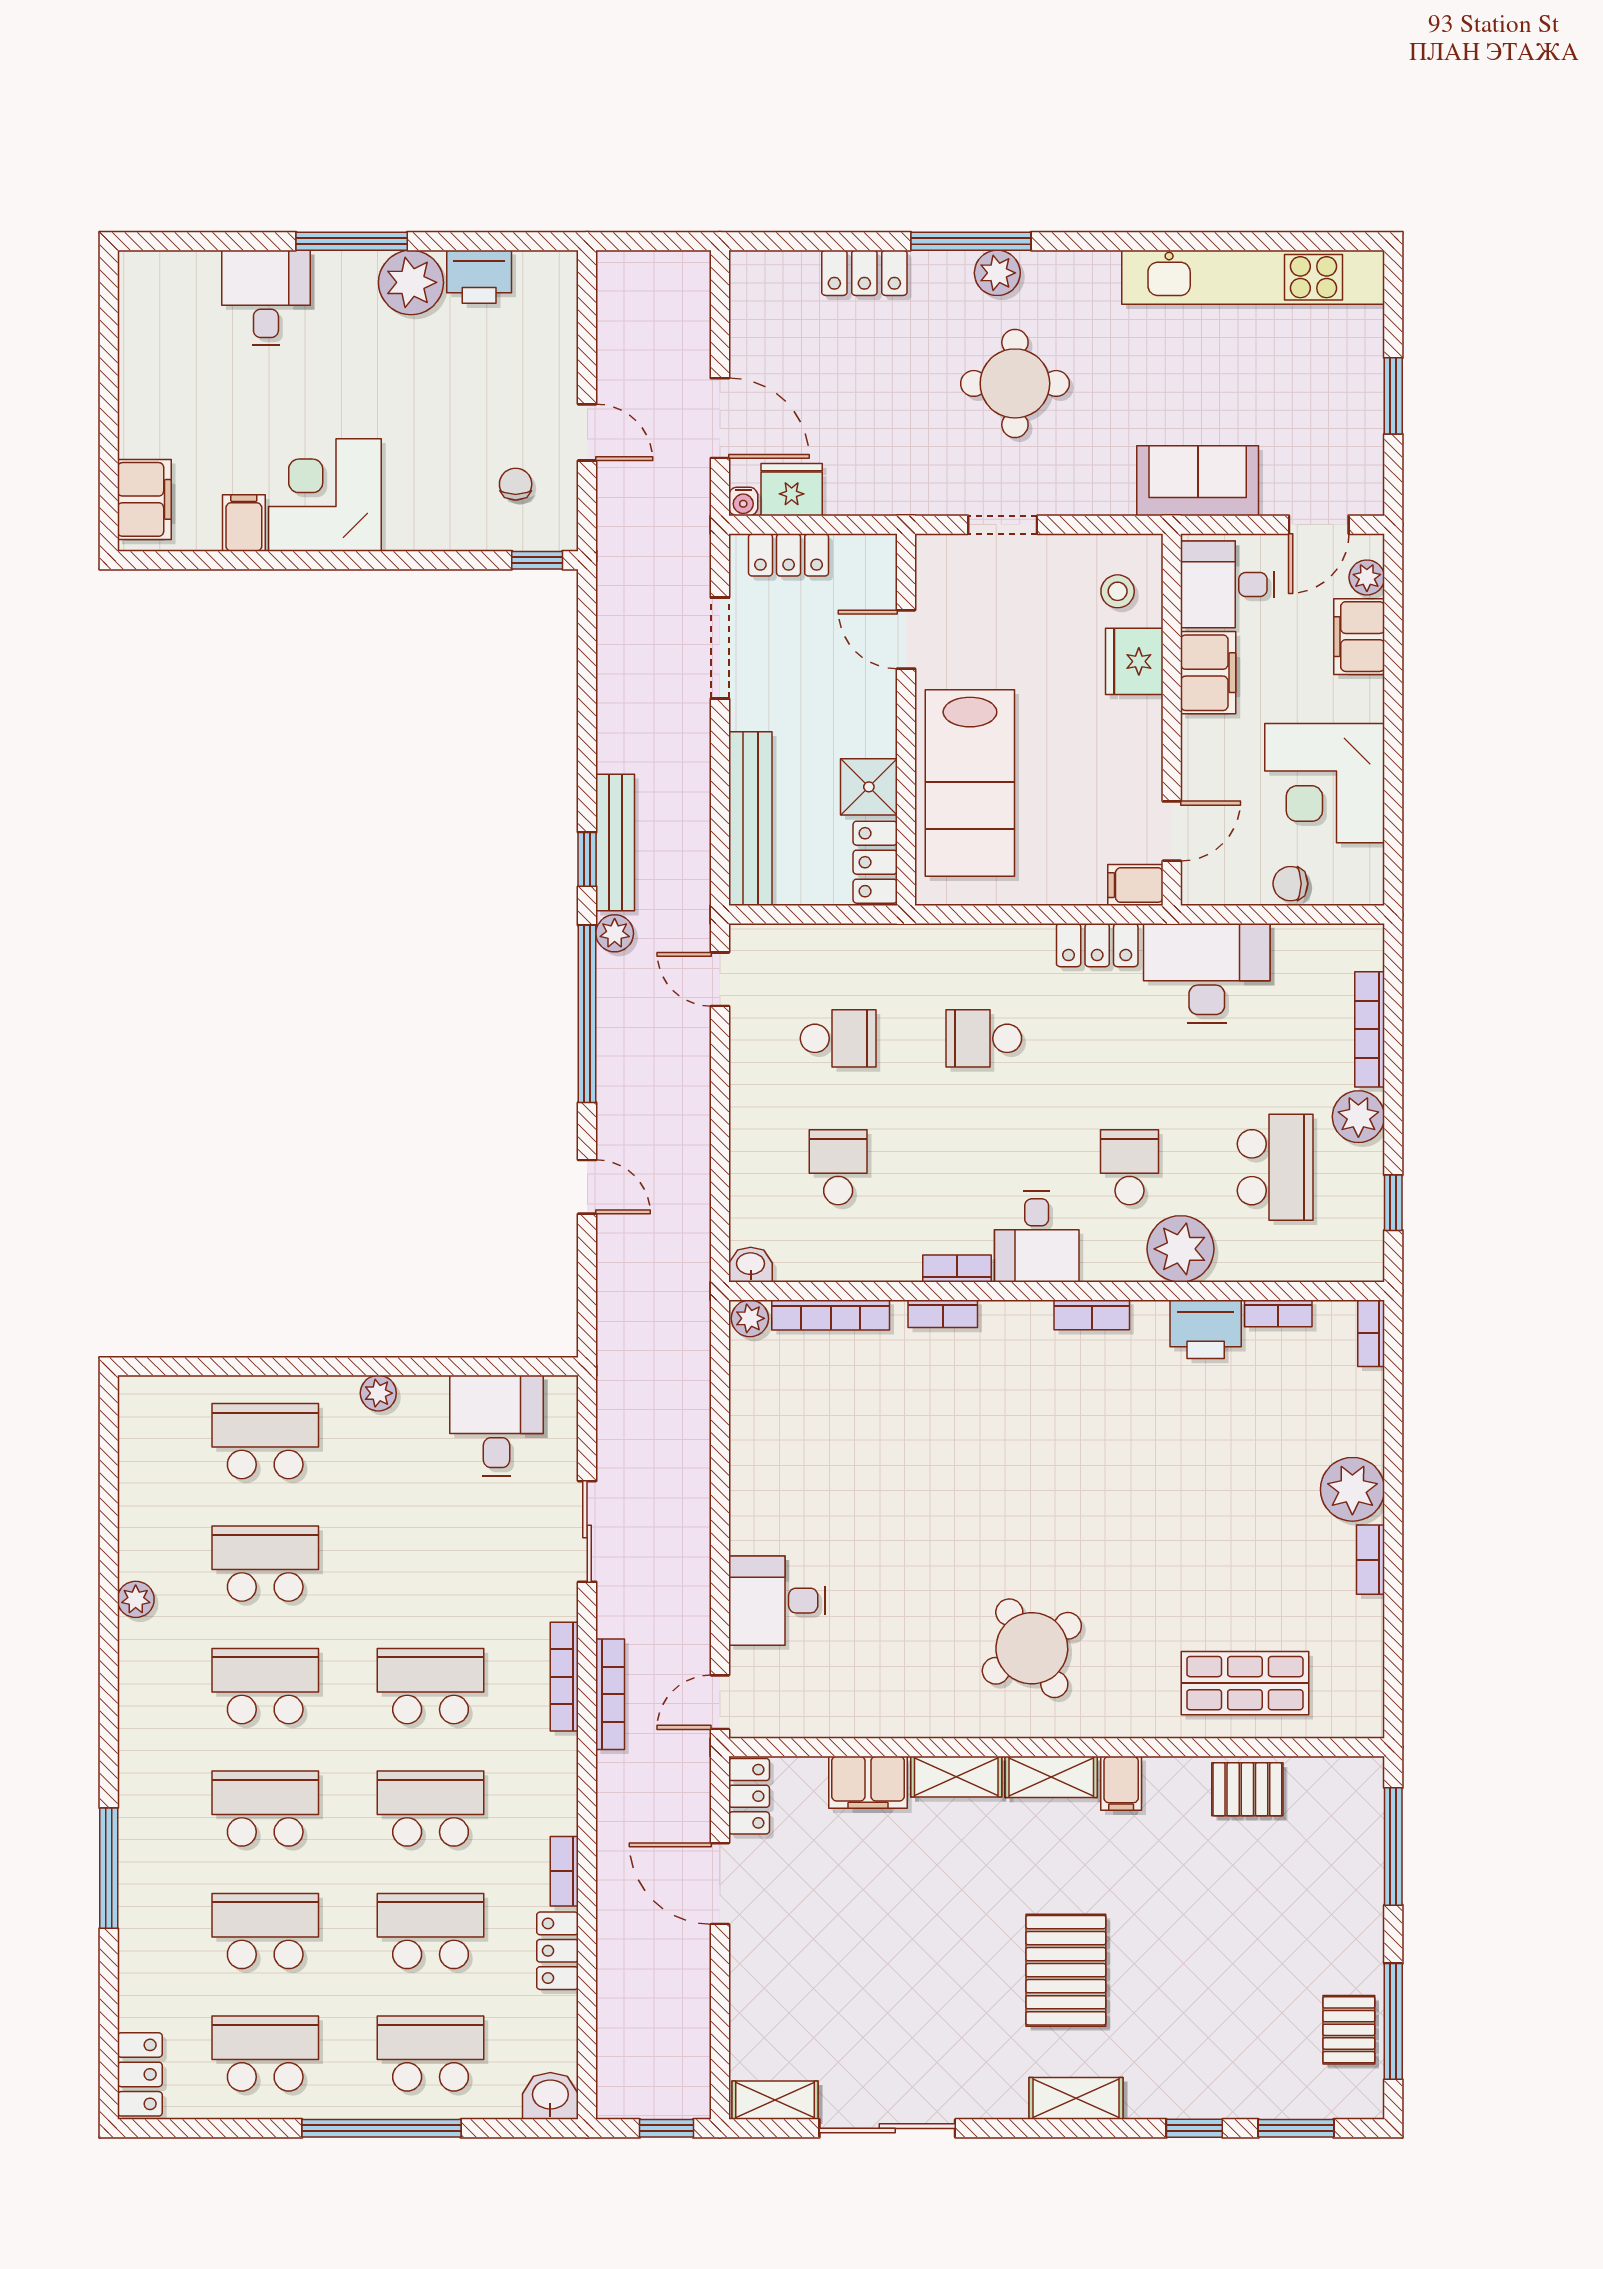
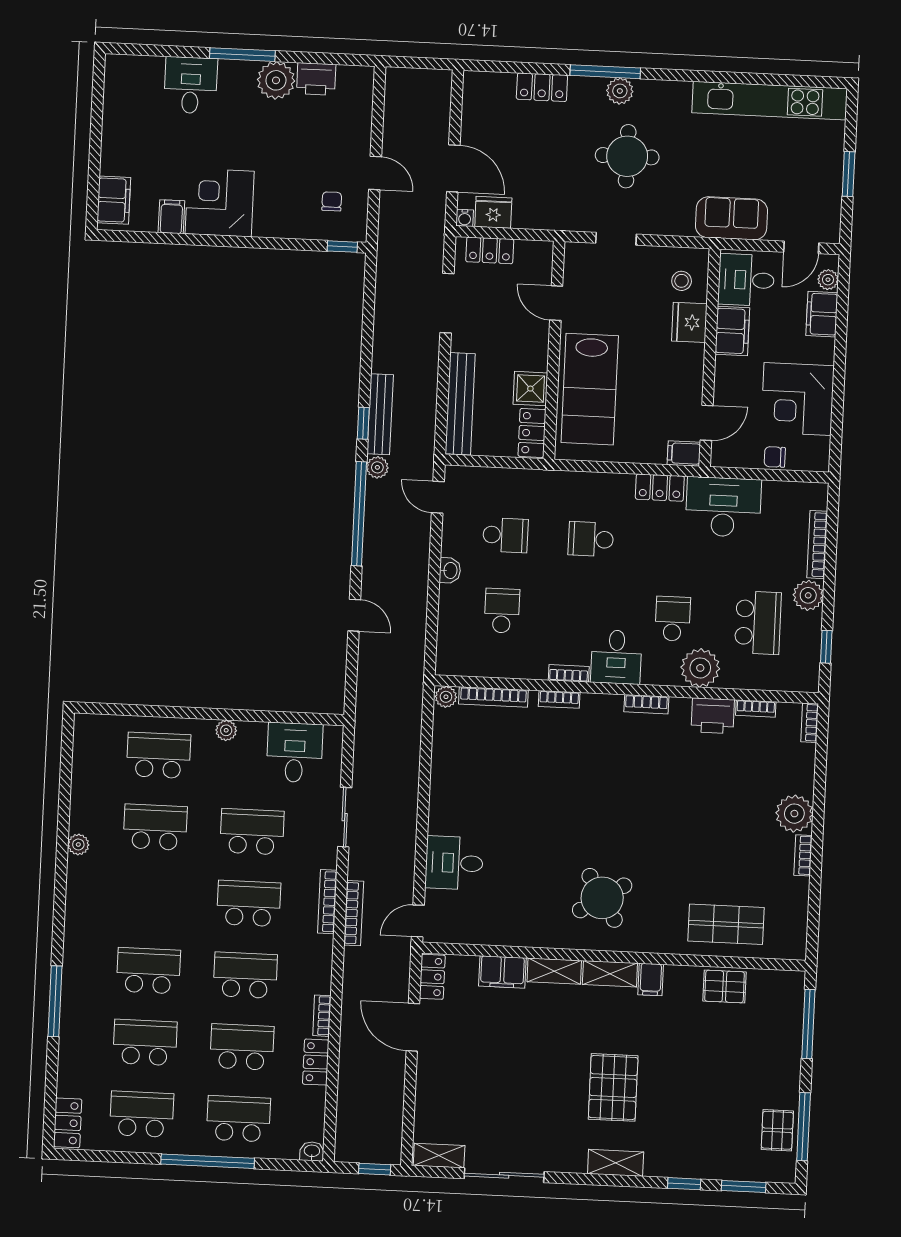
washbasin: (751, 1265) -> (450, 570), moved, turned 90
school desk: (265, 1686) -> (252, 832), moved
washbasin: (550, 2096) -> (312, 1151), width x0.72, depth x0.69

